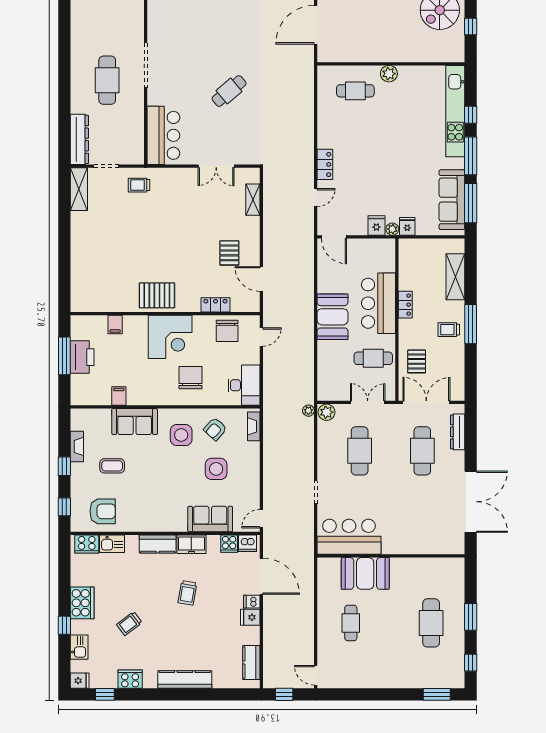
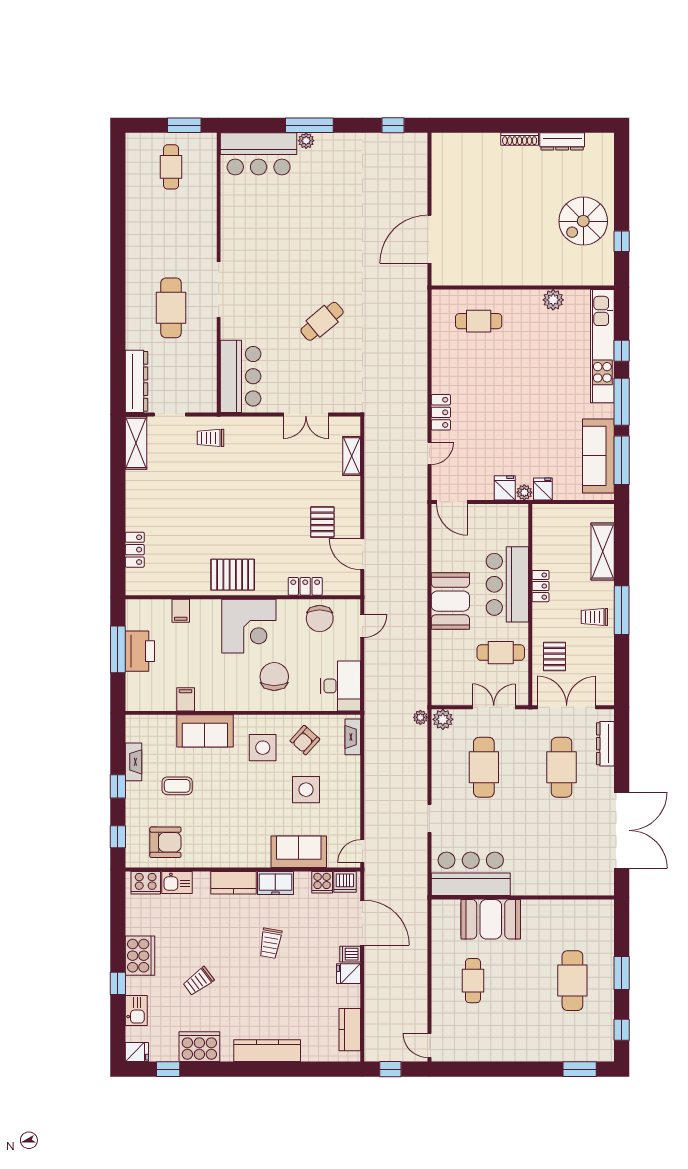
plant: (389, 74) -> (553, 300), moved
locker: (78, 275) -> (135, 550), added
cooker: (130, 679) -> (199, 1047), width x1.37, depth x1.31

